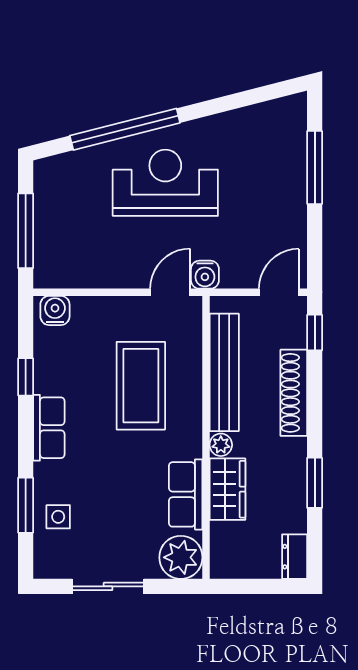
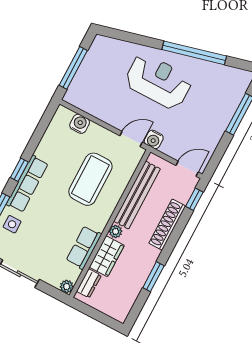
window: (125, 129) -> (194, 53), moved
water cooler: (55, 310) -> (80, 124), moved
window: (26, 377) -> (19, 170), moved
row of seats: (49, 428) -> (27, 184), width x1.48
plant: (181, 557) -> (67, 287), width x0.53, depth x0.53
dresser: (295, 557) -> (89, 283), moved, turned 180

